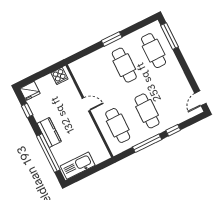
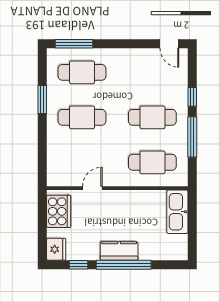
window: (112, 39) -> (42, 100), moved
cooker: (59, 76) -> (59, 211), width x1.87, depth x1.31
door: (86, 104) -> (92, 188), moved
window: (48, 153) -> (124, 265), moved
kitchen sink: (78, 166) -> (177, 212), moved

